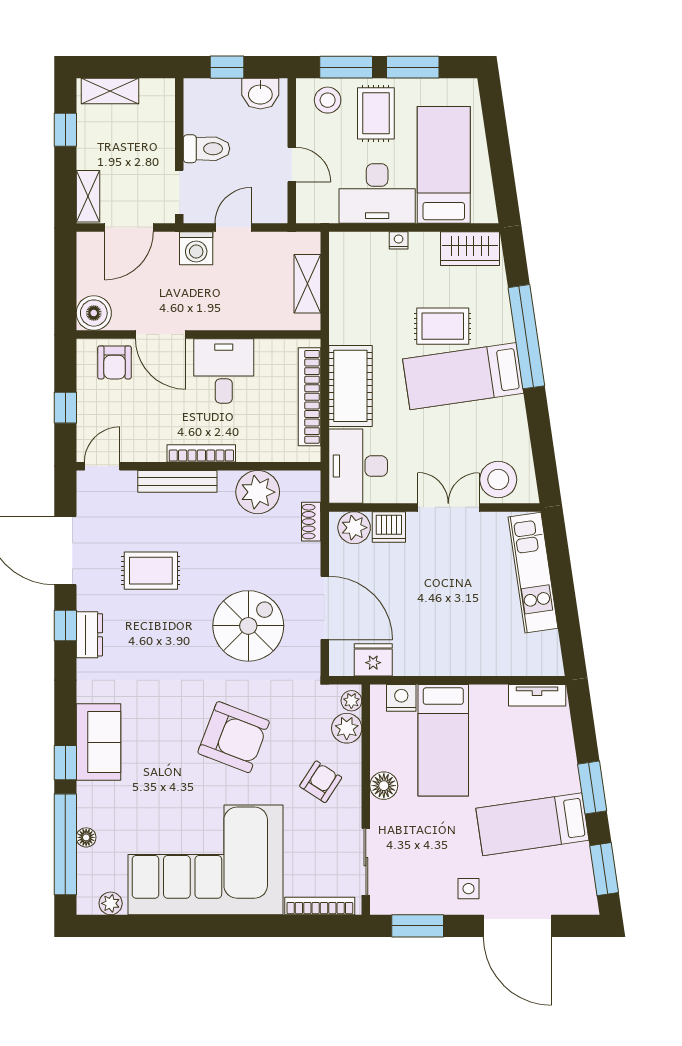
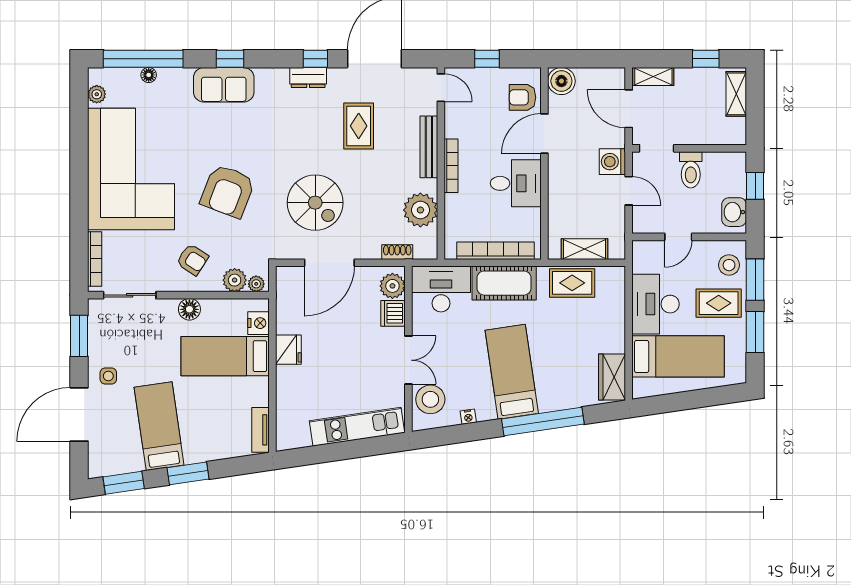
nightstand: (399, 240) -> (468, 417), moved, turned 82
rug: (443, 326) -> (572, 283), moved, turned 90
fridge: (373, 660) -> (288, 350), moved
window: (65, 763) -> (230, 59), moved

